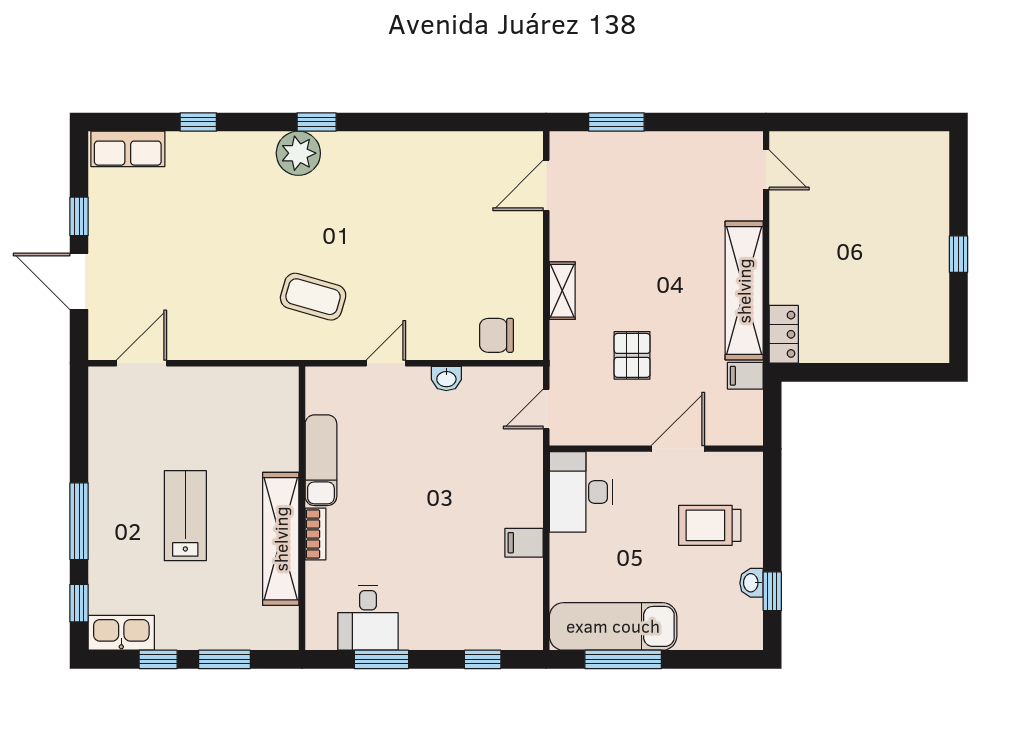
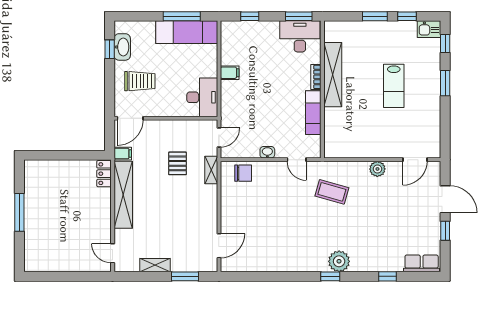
shelving: (678, 145) -> (155, 265), added
window: (958, 254) -> (19, 212), width x2.17
shelving: (562, 291) -> (211, 170), moved
plant: (219, 344) -> (377, 169), added
door: (386, 363) -> (297, 160), hinge flipped
door: (678, 449) -> (130, 118), moved
exam couch: (321, 460) -> (313, 113), moved
wall: (302, 508) -> (322, 89), moved
window: (79, 521) -> (445, 83), width x0.69
bookcase: (315, 534) -> (316, 77), moved
shelving: (281, 539) -> (333, 75), moved
washbasin: (751, 583) -> (122, 47), width x1.91, depth x1.45
desk: (368, 618) -> (300, 36), width x1.37
kitchen sink: (121, 633) -> (429, 29), width x0.73

